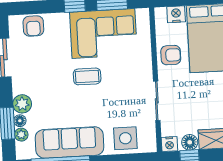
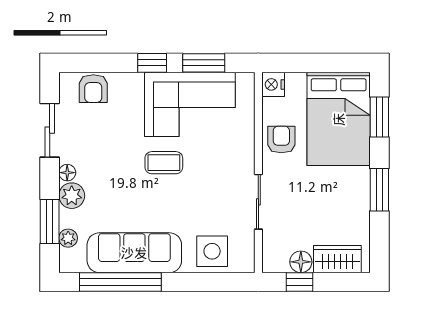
nightstand: (176, 14) -> (273, 84), moved, turned -90
armchair: (171, 55) -> (281, 140), turned -90
floor lamp: (20, 121) -> (67, 173), moved
nightstand: (169, 144) -> (273, 263), removed

